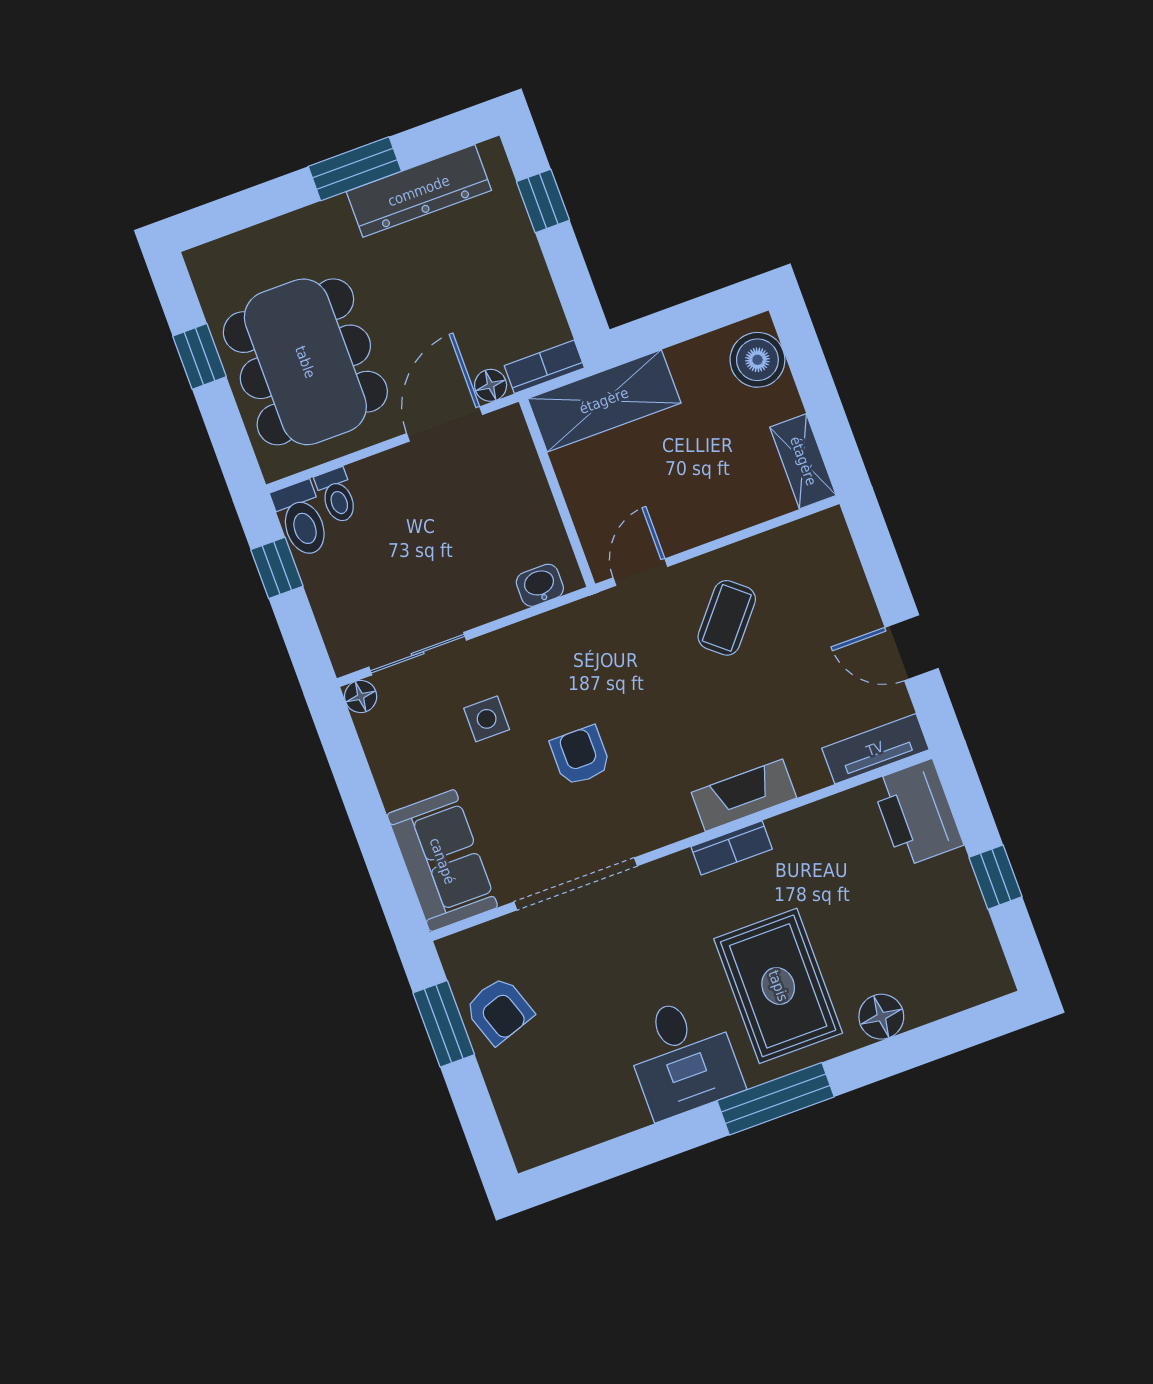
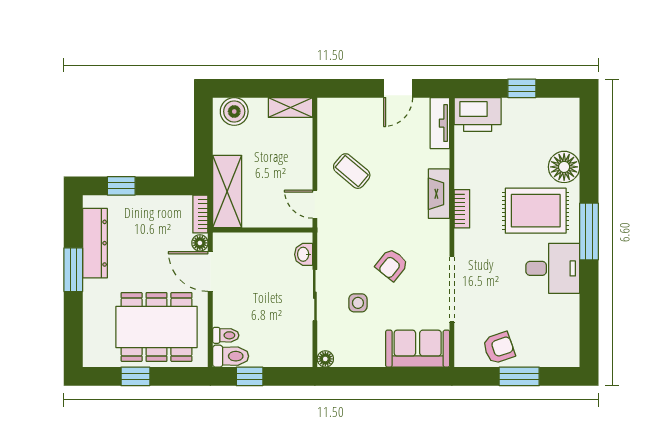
sliding door: (418, 654) -> (315, 295), moved
armchair: (580, 756) -> (392, 265), turned -51
floor lamp: (881, 1017) -> (564, 167), width x1.38, depth x1.38
window: (444, 1024) -> (519, 376), moved

